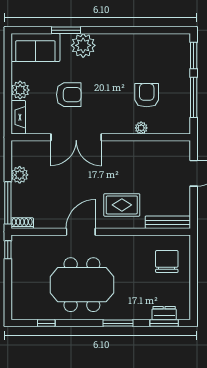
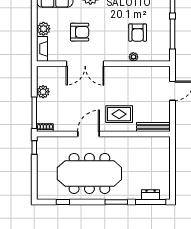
armchair: (147, 95) -> (138, 33), turned 180
chair: (167, 262) -> (153, 156), removed
meeting table: (82, 285) -> (89, 173), width x1.36
window: (164, 323) -> (151, 202), width x1.44

